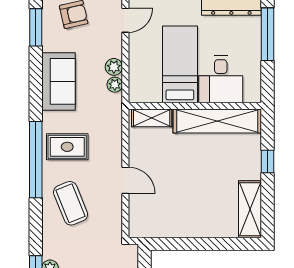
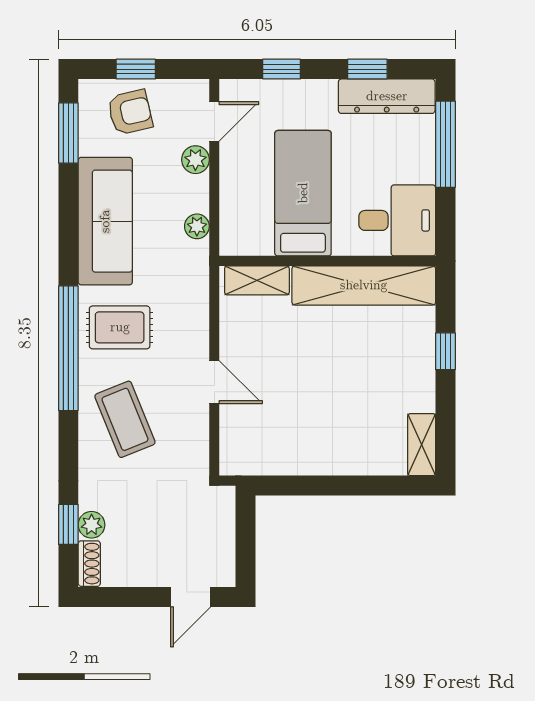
plant: (114, 67) -> (195, 160), moved
desk: (221, 79) -> (397, 220), moved, turned -90
sofa: (58, 81) -> (105, 221), width x1.36
shelving: (250, 209) -> (422, 445), width x0.67, depth x0.75

